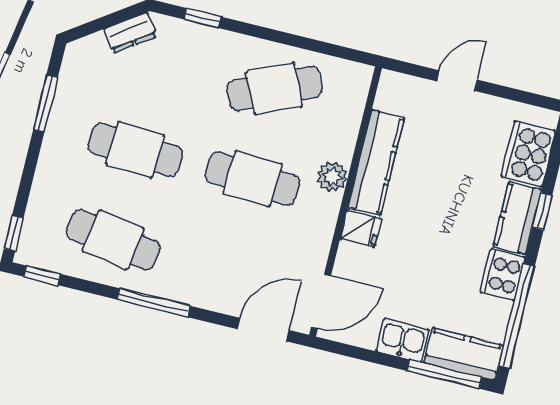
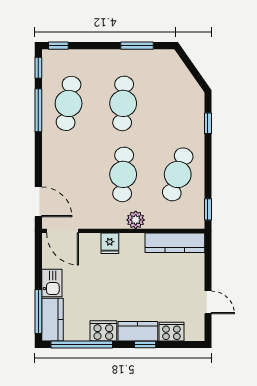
dresser: (130, 33) -> (189, 84), removed
window: (344, 53) -> (208, 209), added
door: (457, 81) -> (208, 302), moved
cafe table: (275, 89) -> (178, 174), turned 42
cooker: (528, 154) -> (171, 332), width x0.73, depth x0.76
kitchen counter: (376, 163) -> (175, 243), moved
window: (154, 303) -> (38, 110), moved

